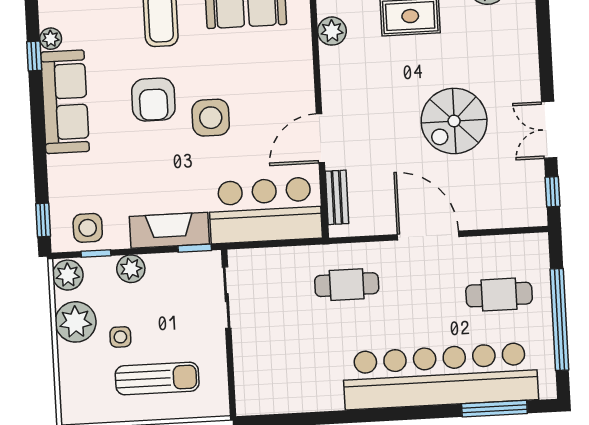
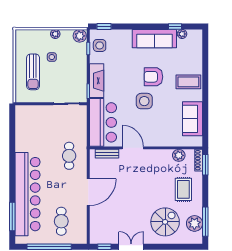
spiral stairs: (454, 121) -> (165, 222), moved, turned 90
plant: (131, 269) -> (81, 63), removed
plant: (76, 322) -> (55, 34), width x0.53, depth x0.53

